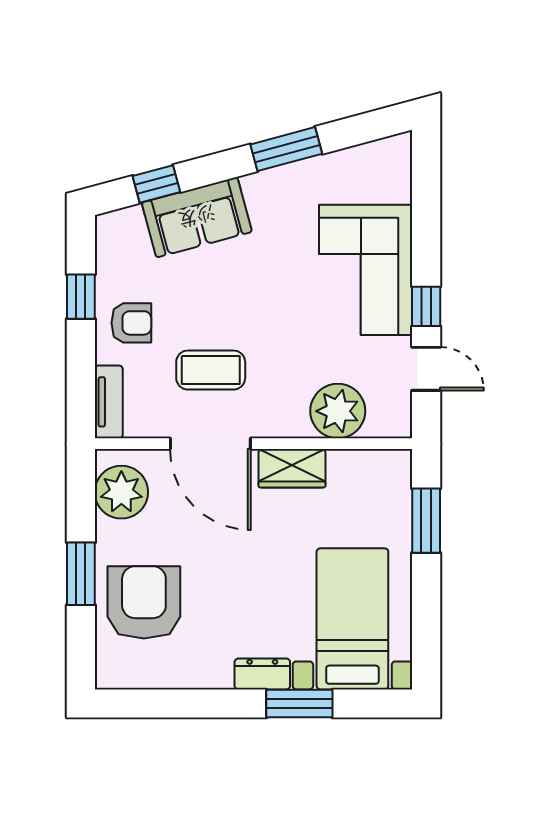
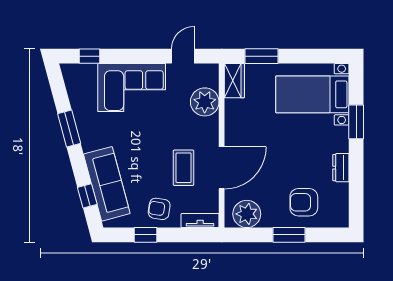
sofa: (197, 217) -> (107, 184), width x1.36
window: (426, 306) -> (89, 56), moved
armchair: (131, 323) -> (159, 209), turned -81
wardrobe: (292, 468) -> (234, 81), moved
armchair: (144, 602) -> (304, 202), width x0.73, depth x0.73
dresser: (262, 674) -> (341, 168), moved

